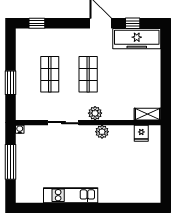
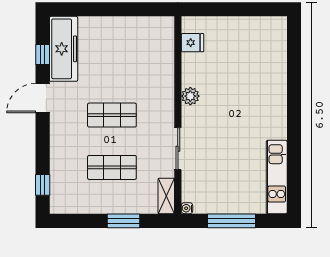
plant: (95, 113) -> (165, 106), removed
shelving: (148, 114) -> (166, 196), moved
kitchen unit: (71, 195) -> (277, 177), moved

